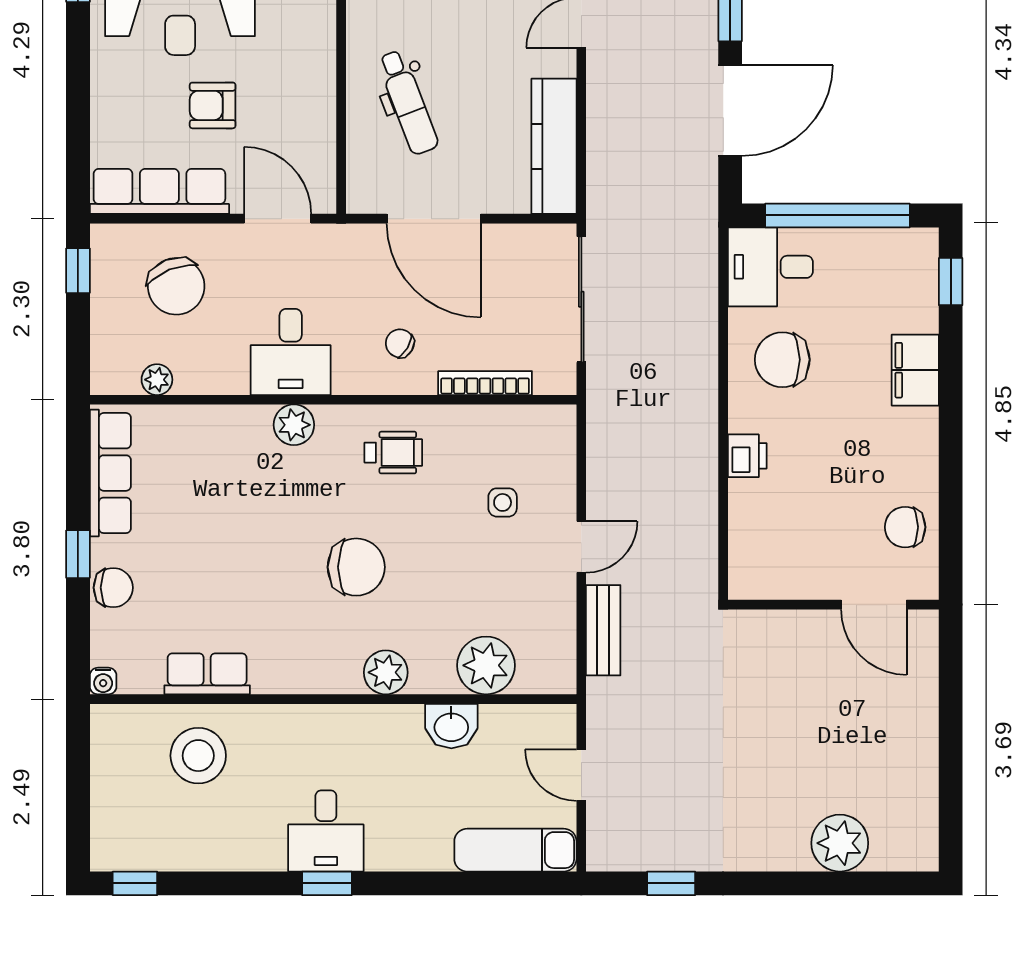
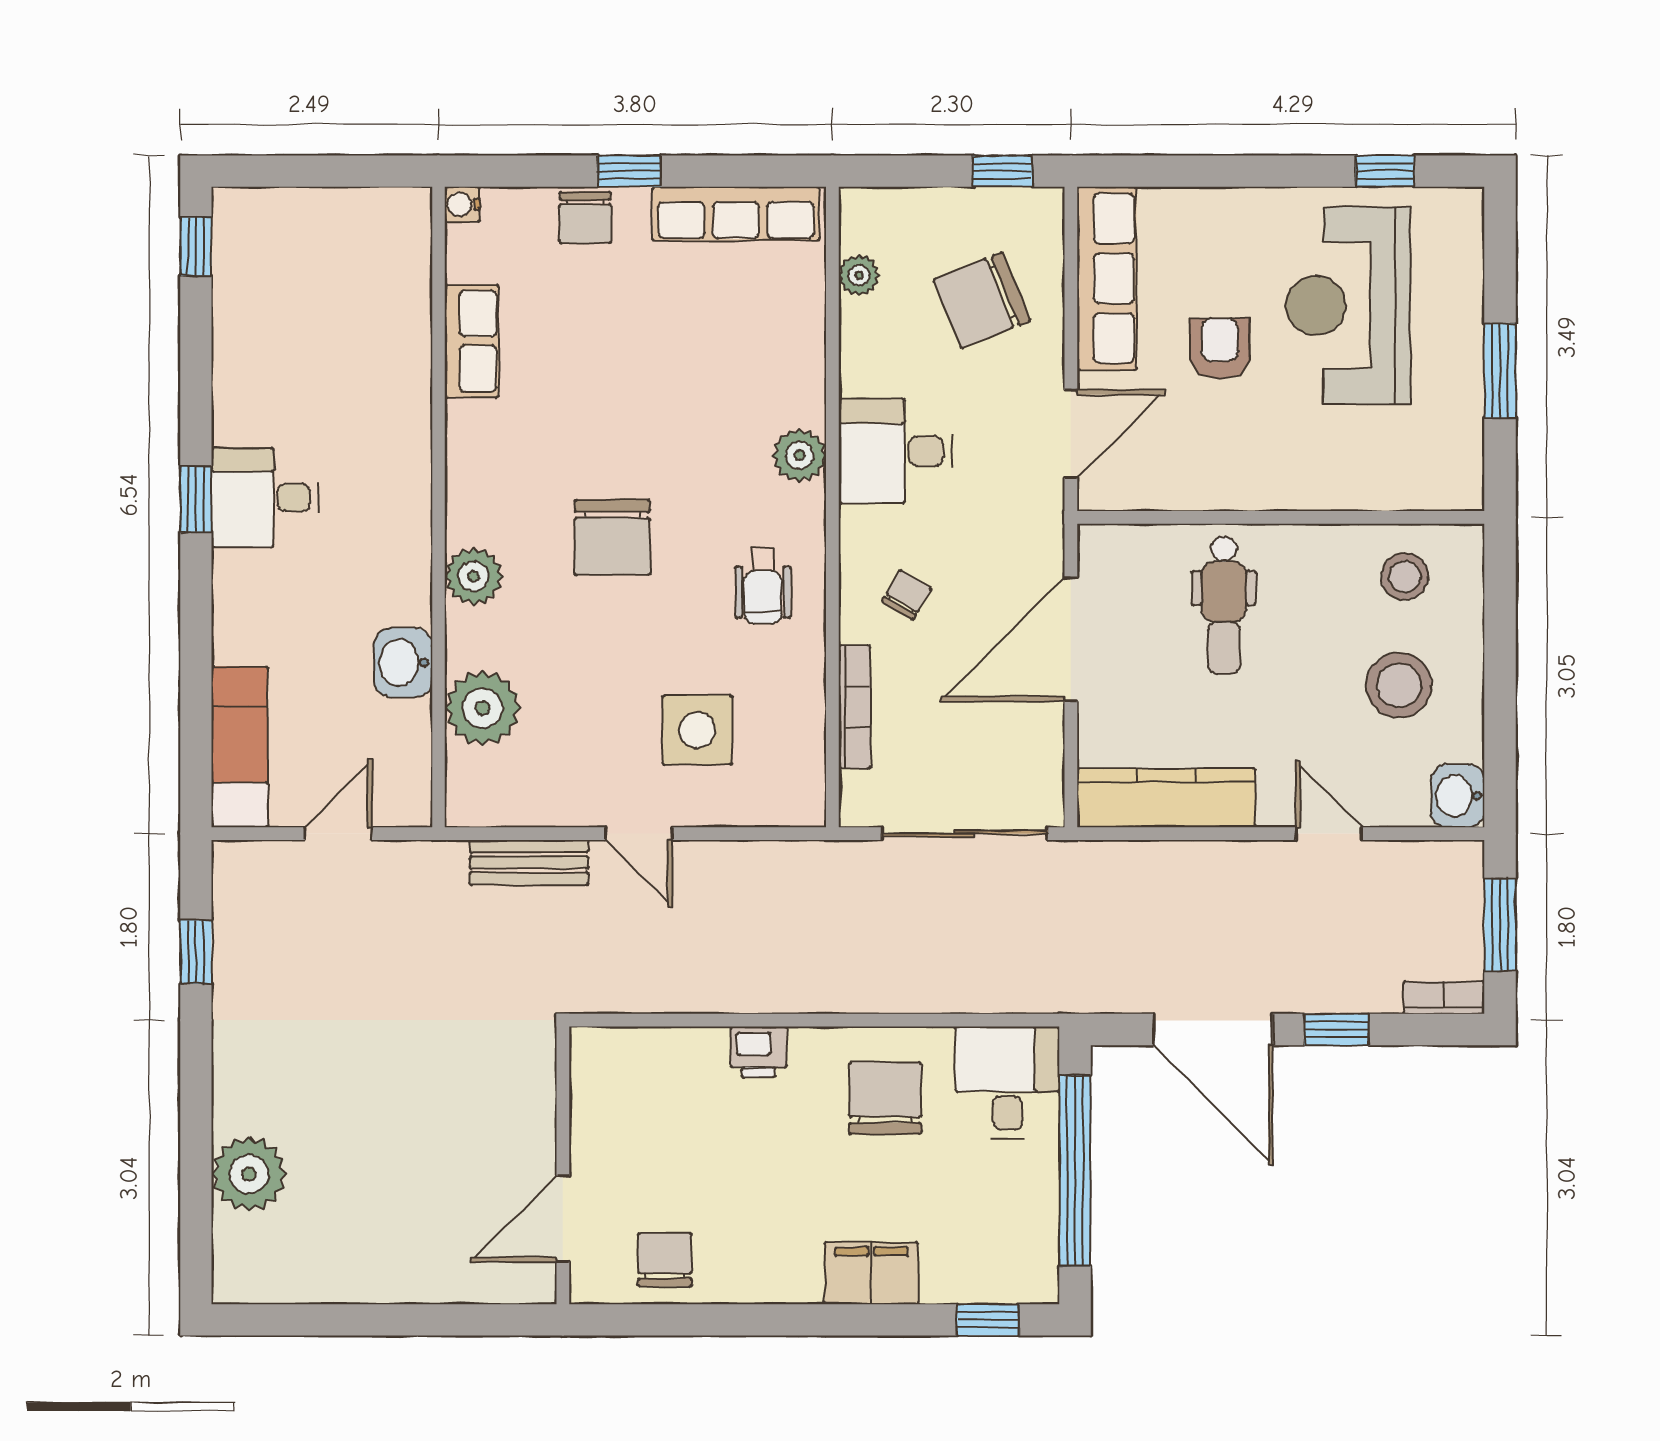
dental chair: (408, 102) -> (1224, 605), turned -69
side table: (503, 502) -> (697, 730), width x1.87, depth x1.87
stool: (198, 756) -> (364, 329), removed

